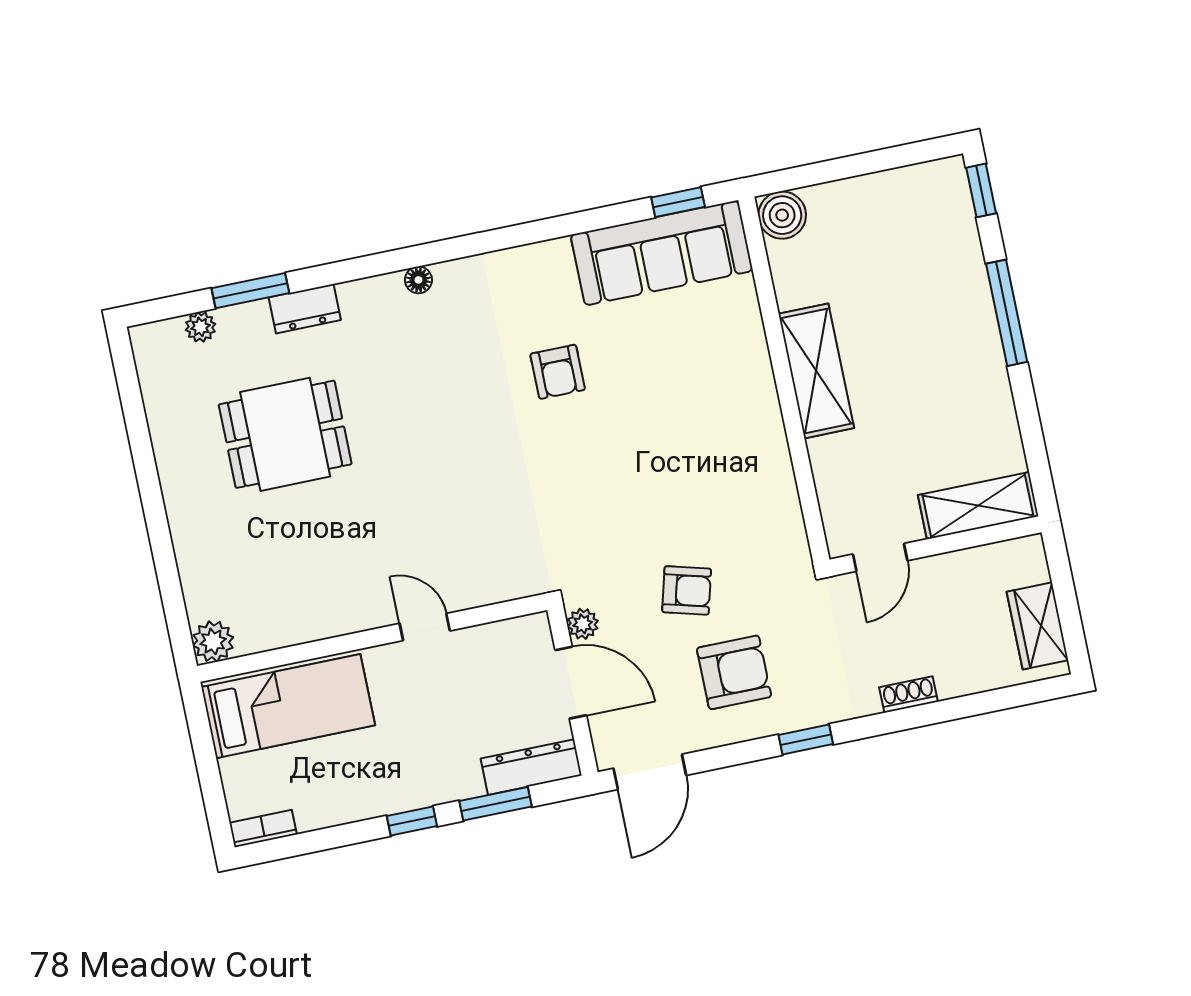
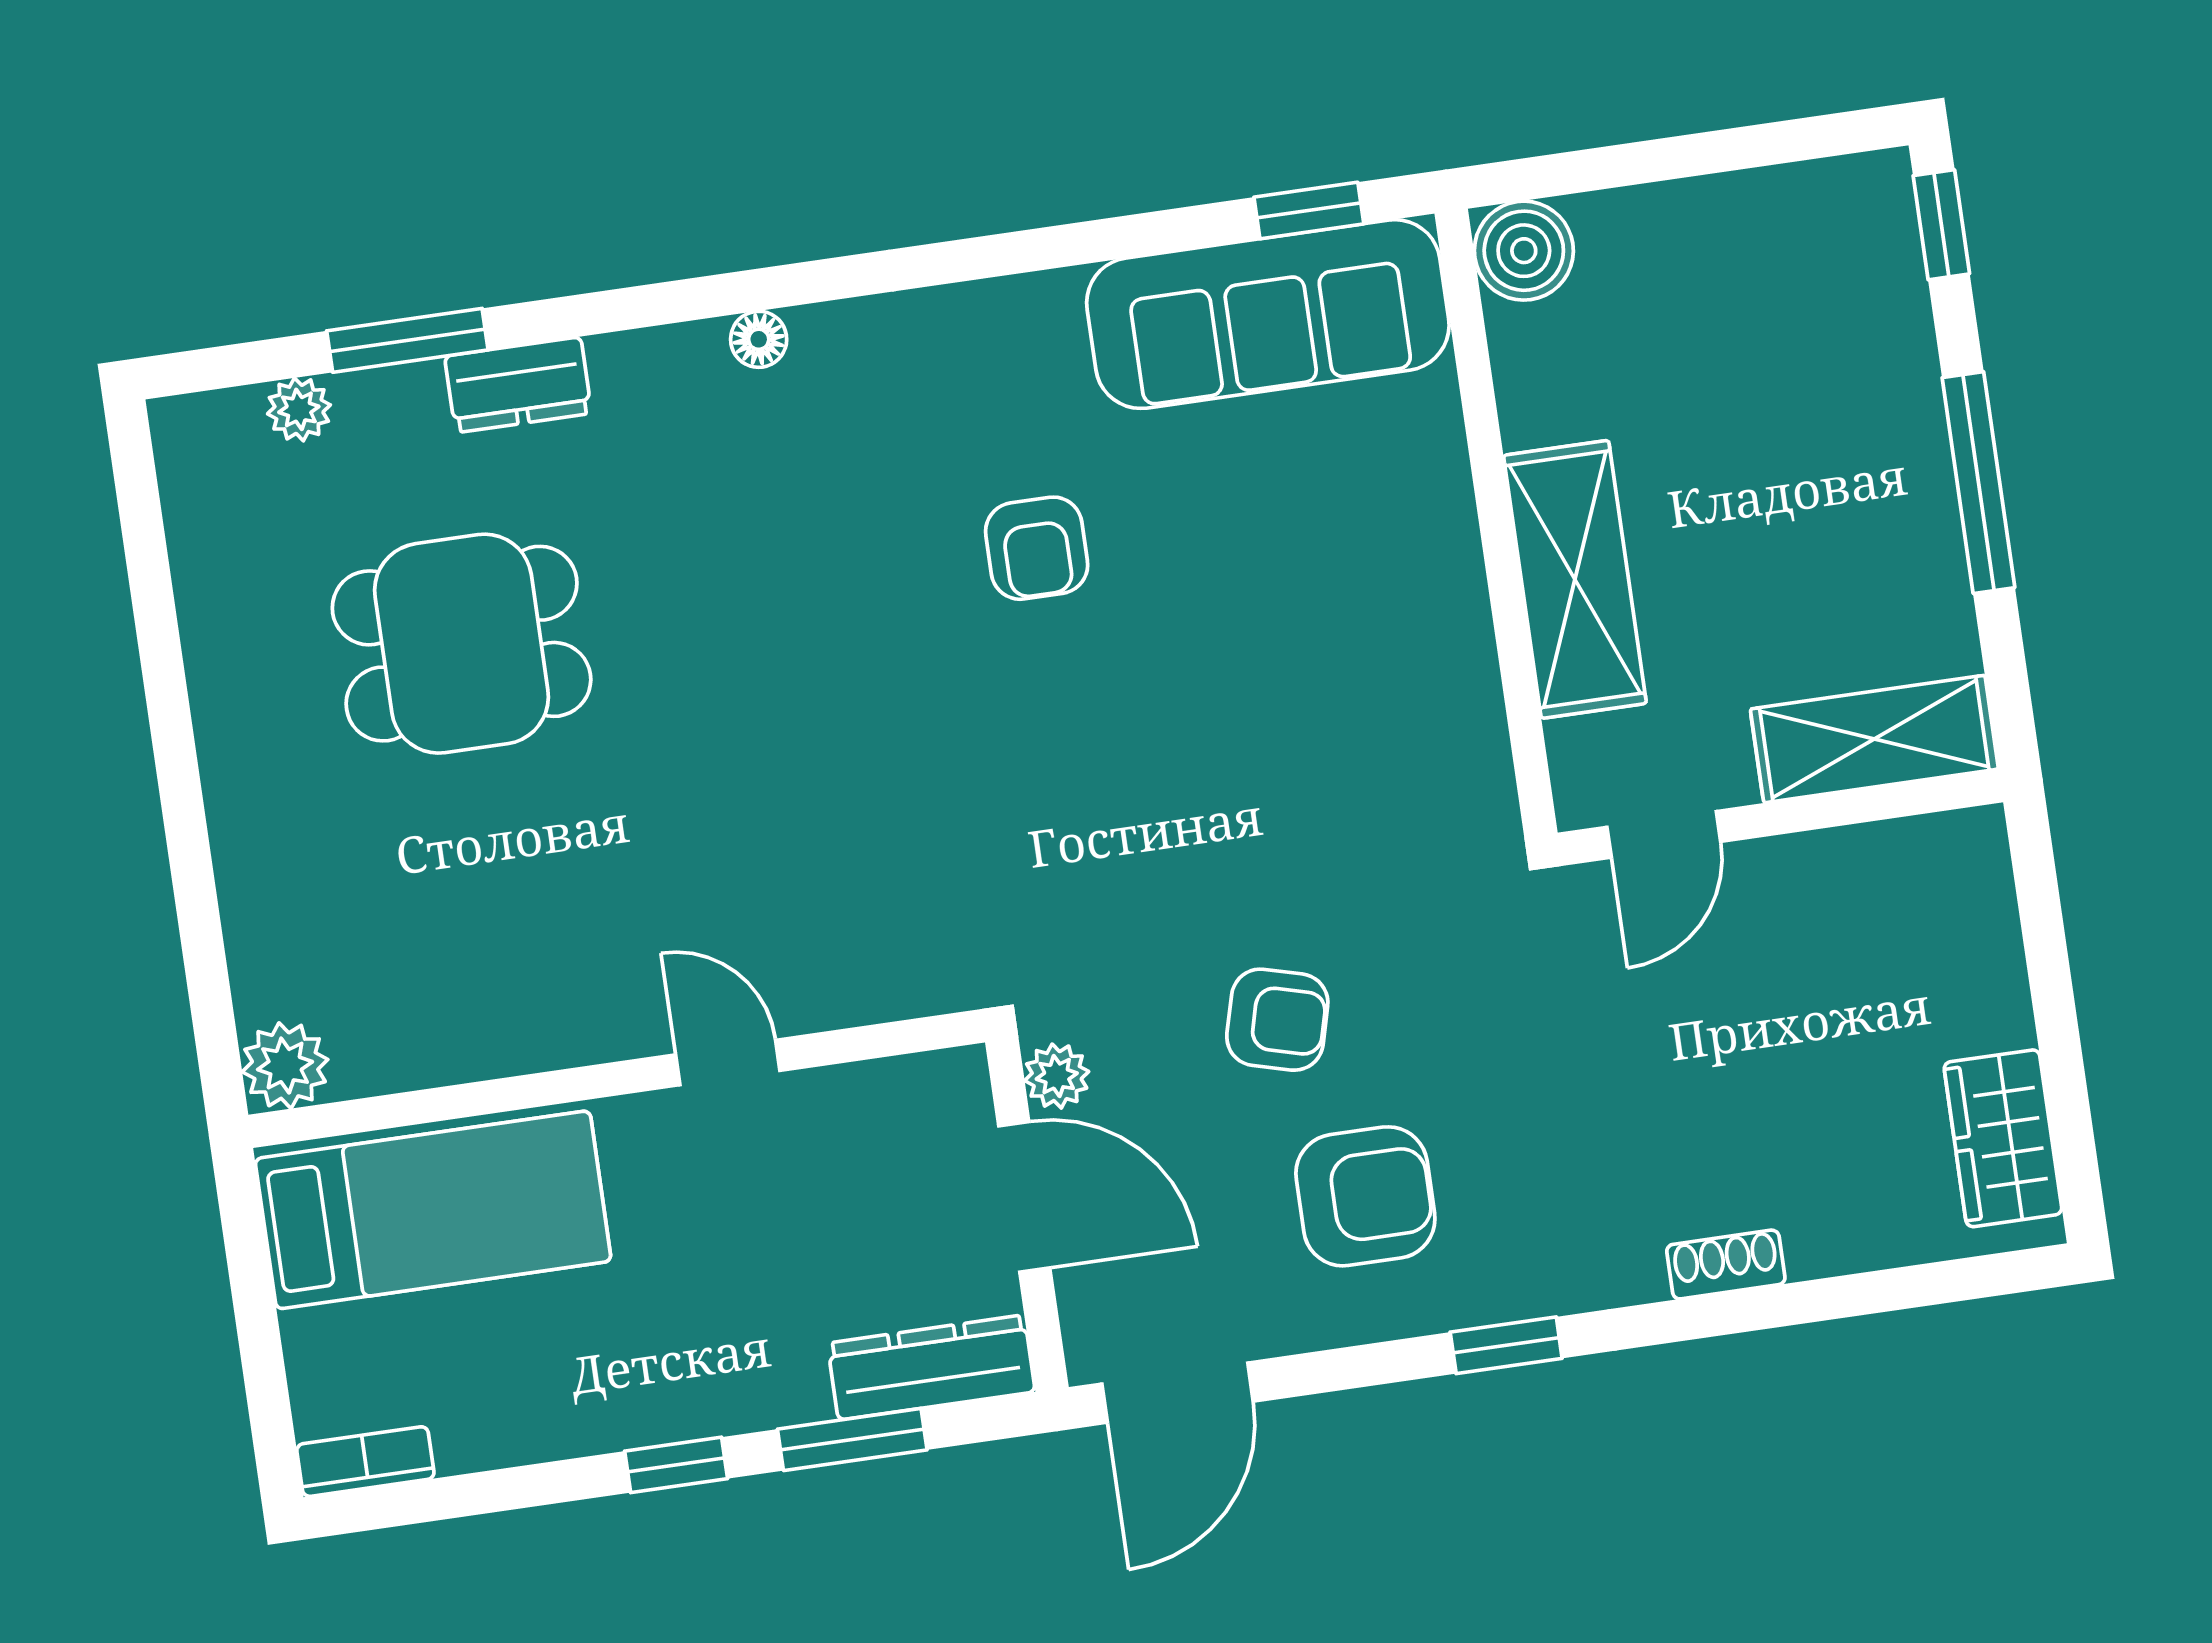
shelving: (978, 506) -> (1874, 739), moved
wall: (935, 546) -> (1781, 817), moved
door: (880, 557) -> (1664, 834), moved

